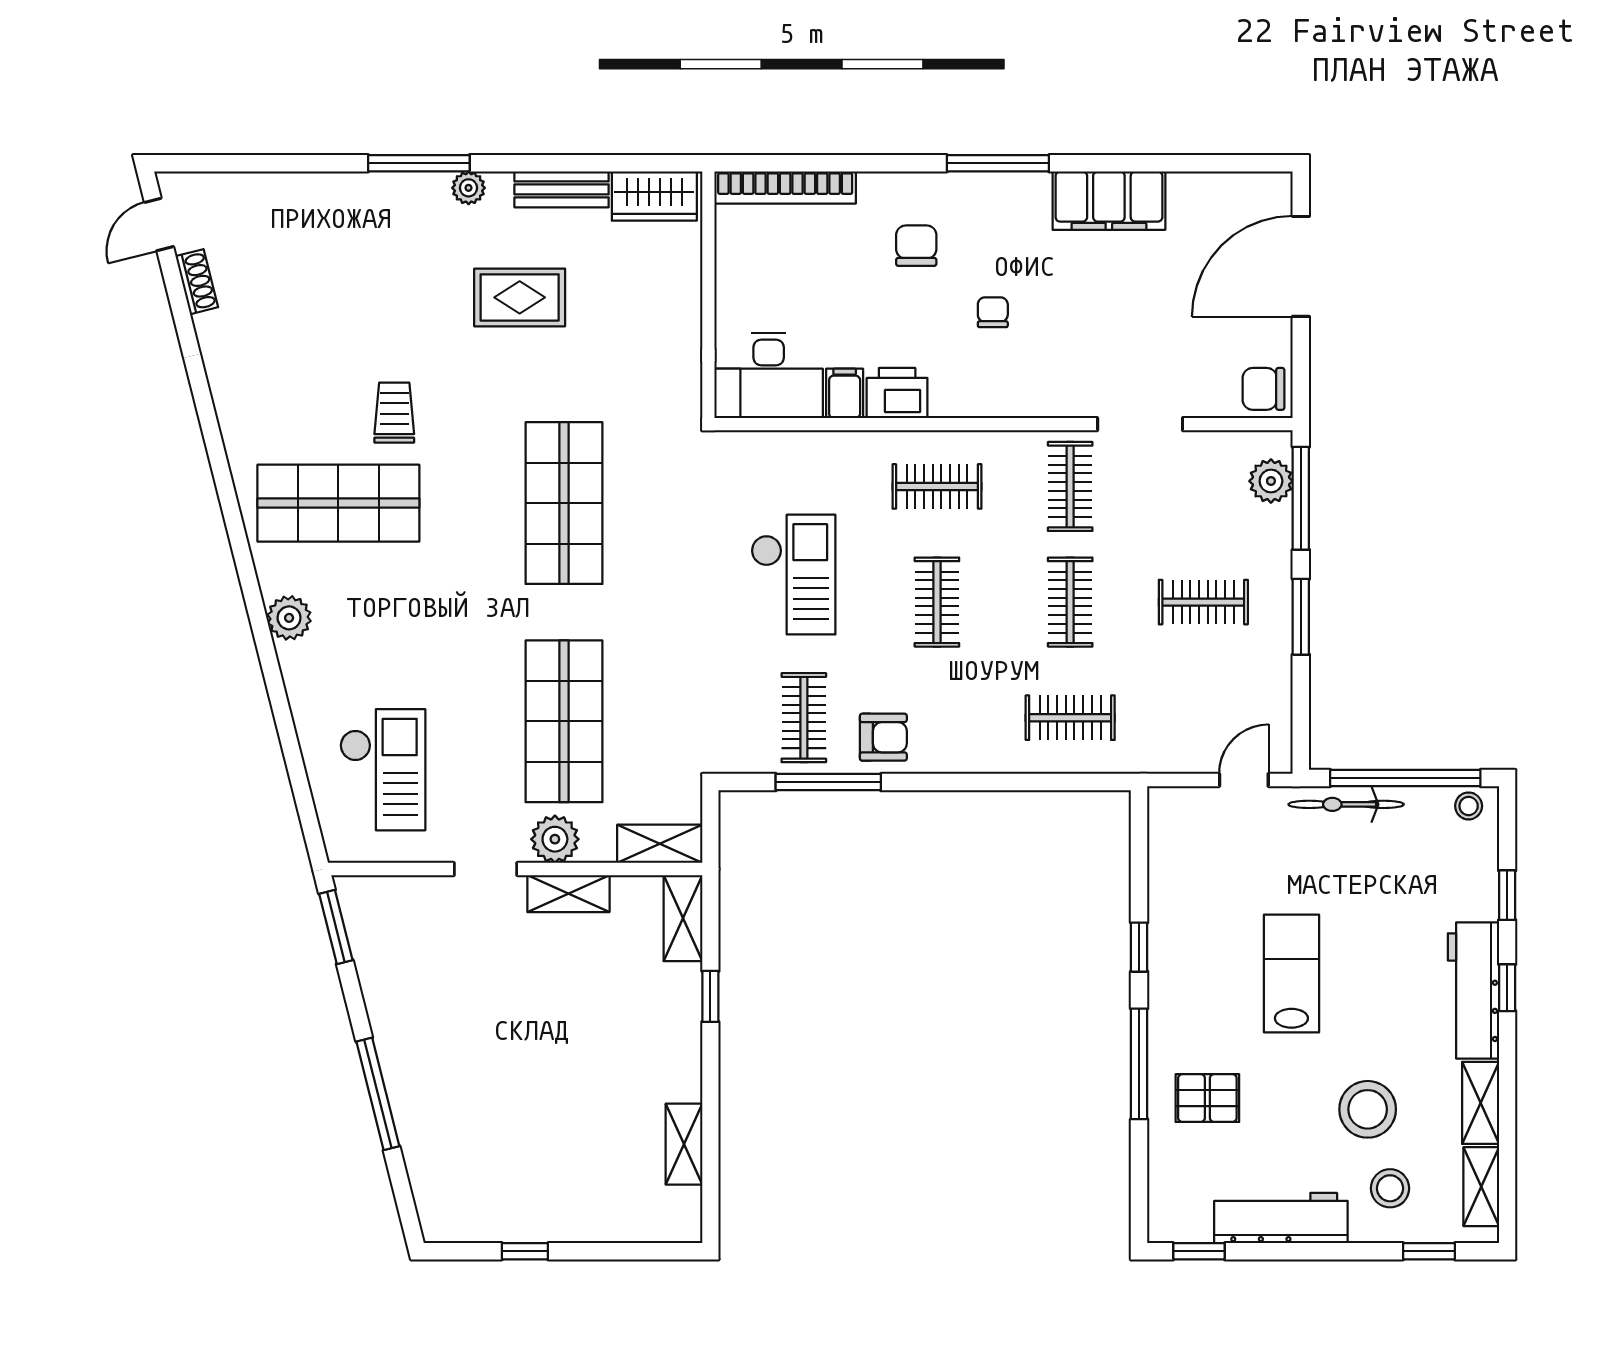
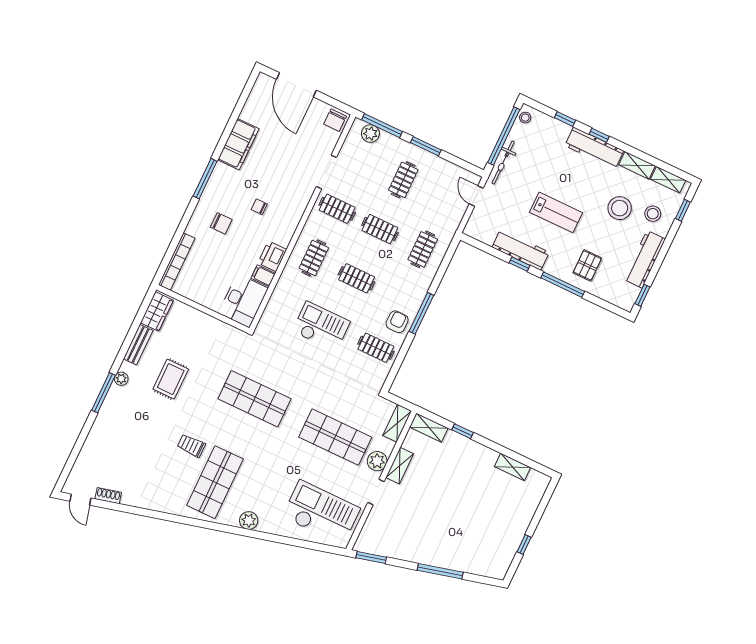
chair: (916, 246) -> (221, 223), turned 180
checkout: (383, 770) -> (321, 513), width x1.36, depth x1.21
window: (828, 782) -> (421, 313), moved
workbench: (1172, 934) -> (521, 250), added
lab bench: (1291, 973) -> (556, 212), turned 180

